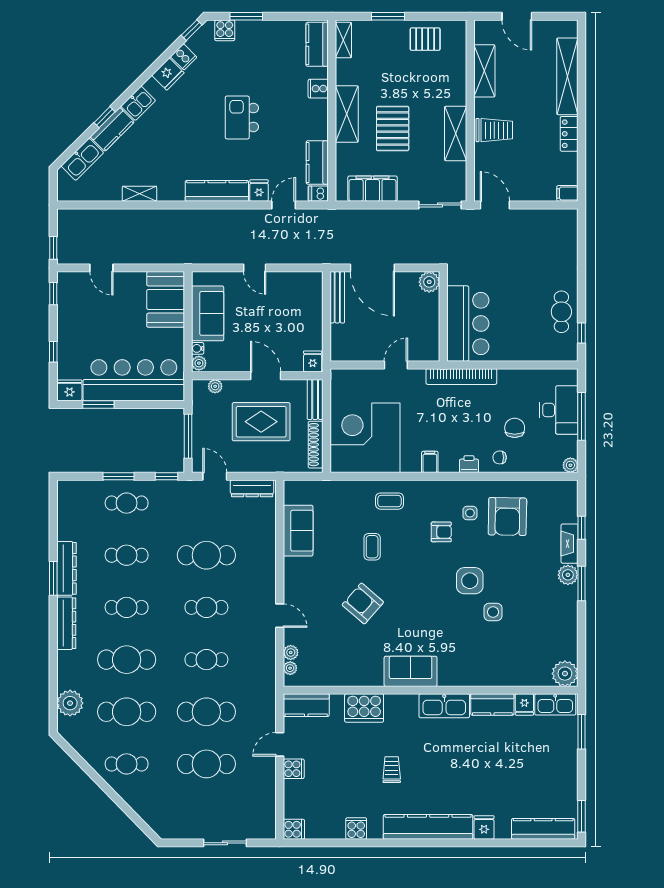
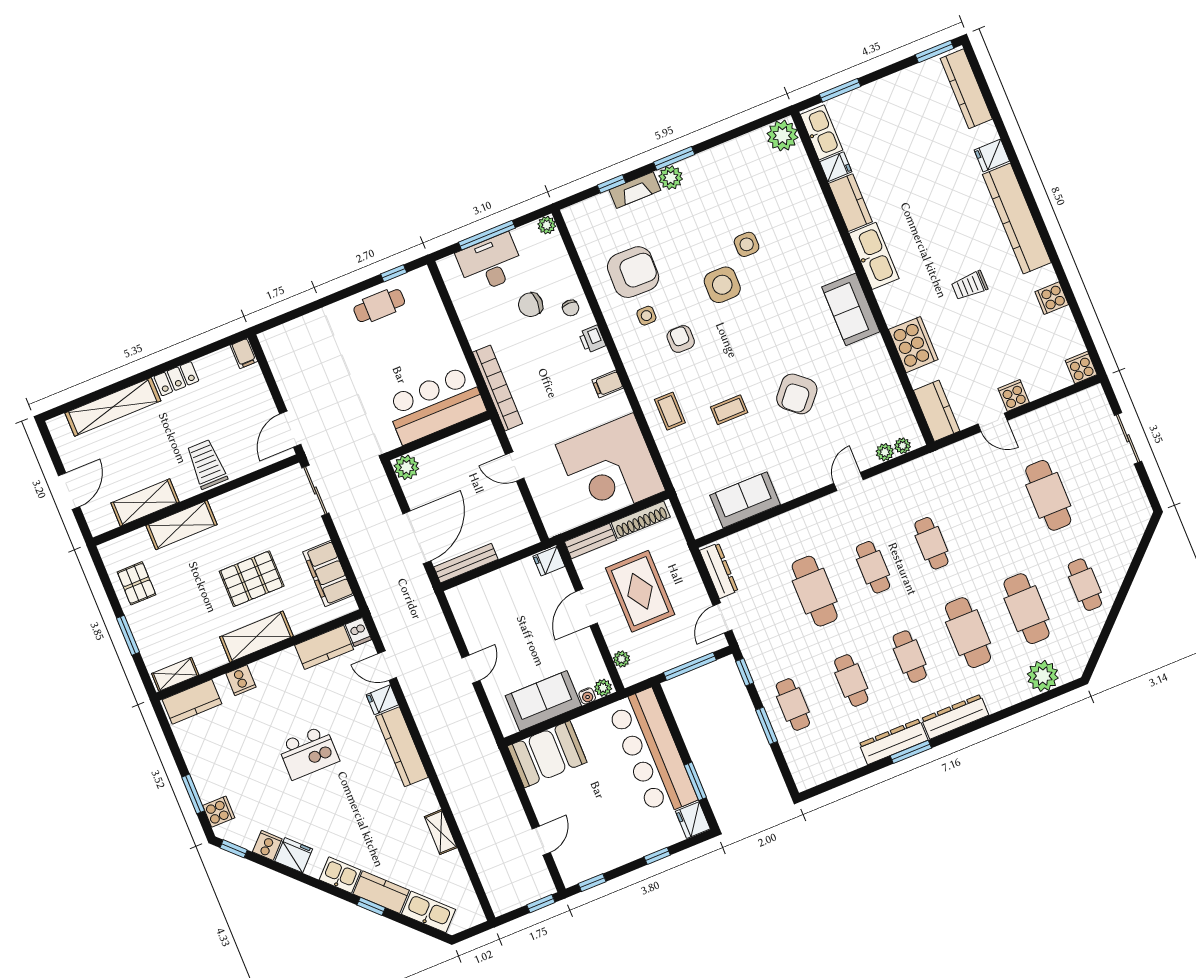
shelving: (456, 133) -> (181, 525), moved
cafe table: (206, 712) -> (990, 519), removed

